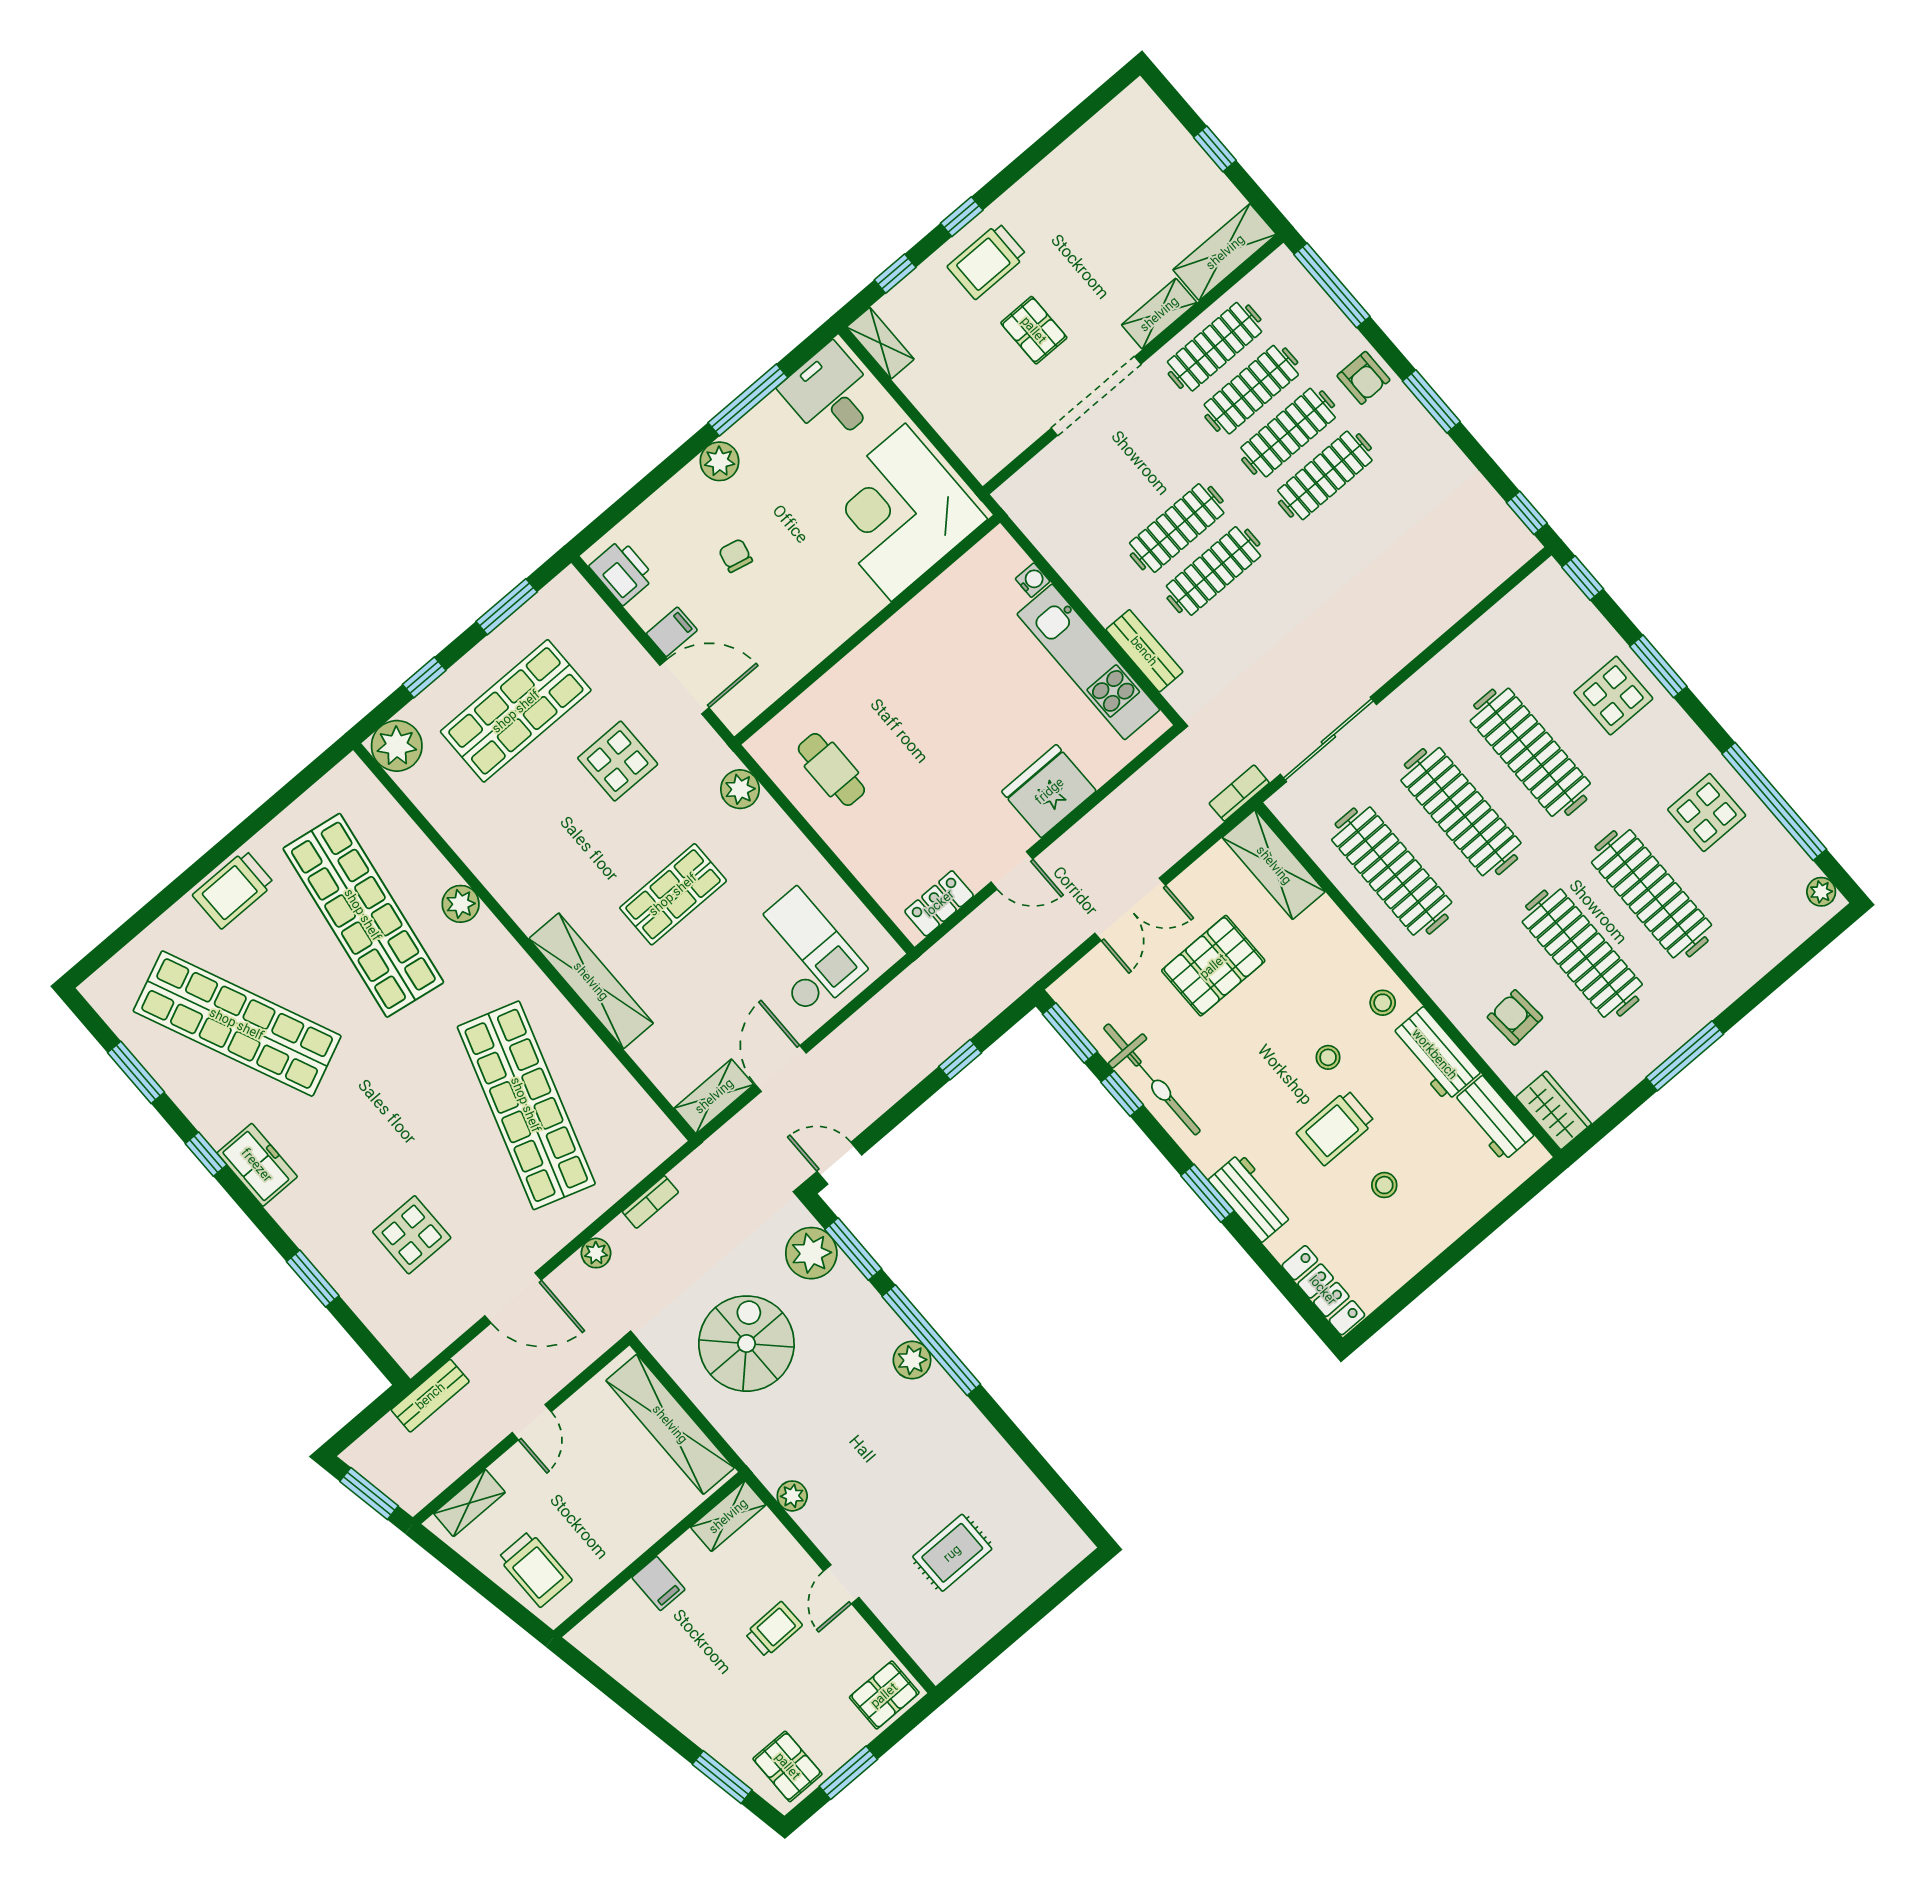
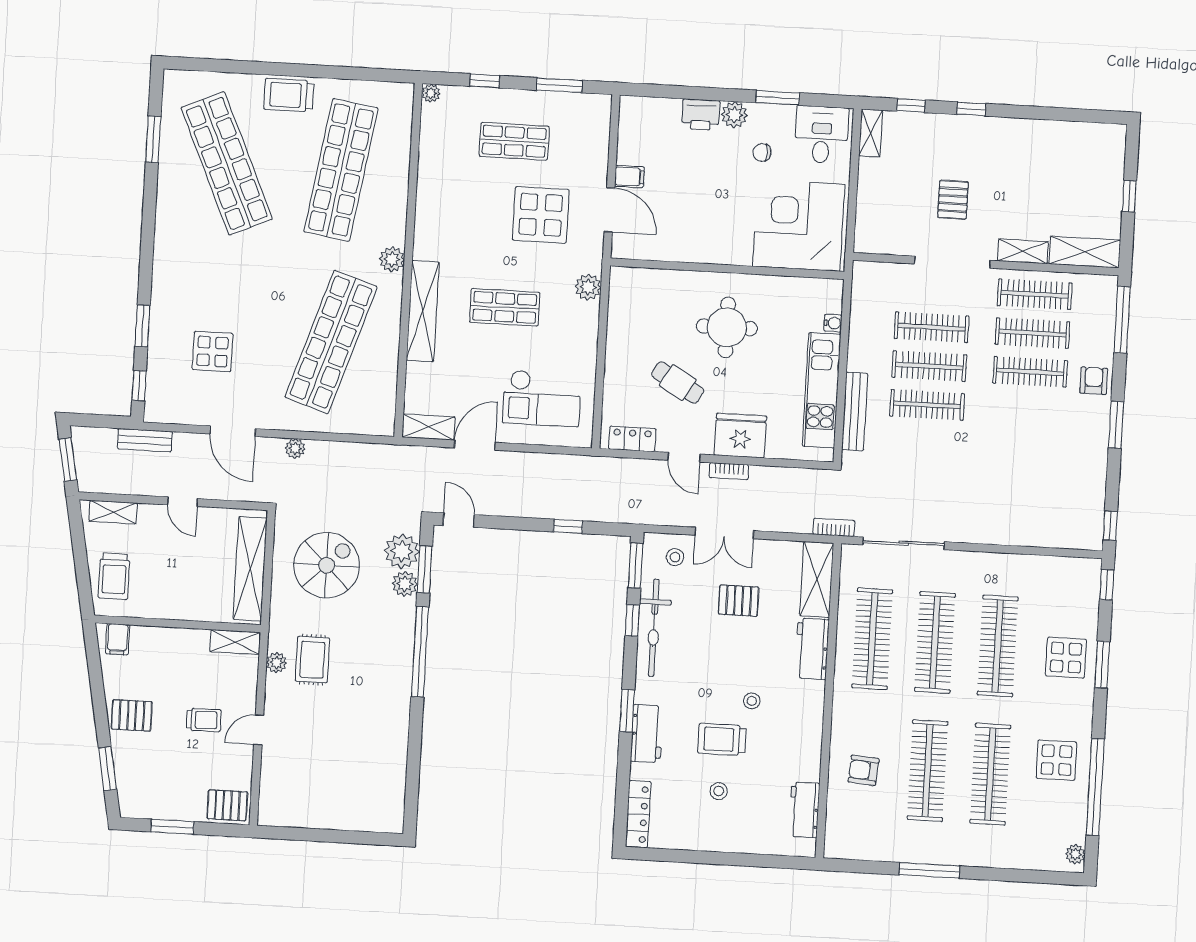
trolley: (987, 261) -> (963, 143), removed
armchair: (1363, 378) -> (1094, 381), turned 180
window: (748, 400) -> (778, 98), width x0.69
clothes rail: (1325, 475) -> (932, 327), moved
chair: (736, 556) -> (762, 152), moved, turned -103
printer: (622, 572) -> (701, 115), moved, turned 90
bench: (1144, 651) -> (855, 412), width x1.36
round table: (926, 692) -> (727, 327), added
shop shelf: (516, 711) -> (514, 141), width x0.70, depth x0.74
plant: (397, 746) -> (431, 93), width x0.53, depth x0.53
display table: (618, 761) -> (541, 215), width x1.36, depth x1.36
cafe table: (831, 769) -> (678, 382), moved, turned -60
plant: (461, 904) -> (392, 259), moved
checkout: (803, 952) -> (542, 398), turned 90
pallet: (1213, 966) -> (739, 601), width x0.67, depth x0.71
stool: (1383, 1003) -> (675, 557), moved
armchair: (1515, 1017) -> (863, 770), turned -81
workbench: (1435, 1054) -> (812, 649), moved
wardrobe: (1554, 1110) -> (838, 835), removed
window: (206, 1154) -> (139, 386), moved
freezer: (257, 1165) -> (169, 243), removed
bookcase: (650, 1202) -> (729, 471), moved
plant: (912, 1360) -> (405, 584), moved
door: (532, 1422) -> (183, 502), hinge flipped
rug: (952, 1553) -> (312, 660), moved, turned 90
filing cabinet: (658, 1584) -> (118, 639), moved
pallet: (788, 1766) -> (132, 715), moved, turned 90

